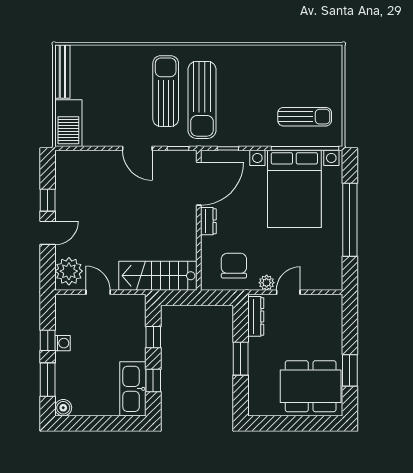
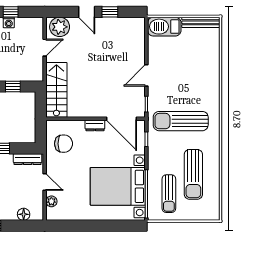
sun lounger: (166, 91) -> (193, 174), moved, turned 90
window: (350, 220) -> (96, 226), removed
plant: (267, 283) -> (51, 201), moved
floor lamp: (334, 322) -> (24, 214), added

